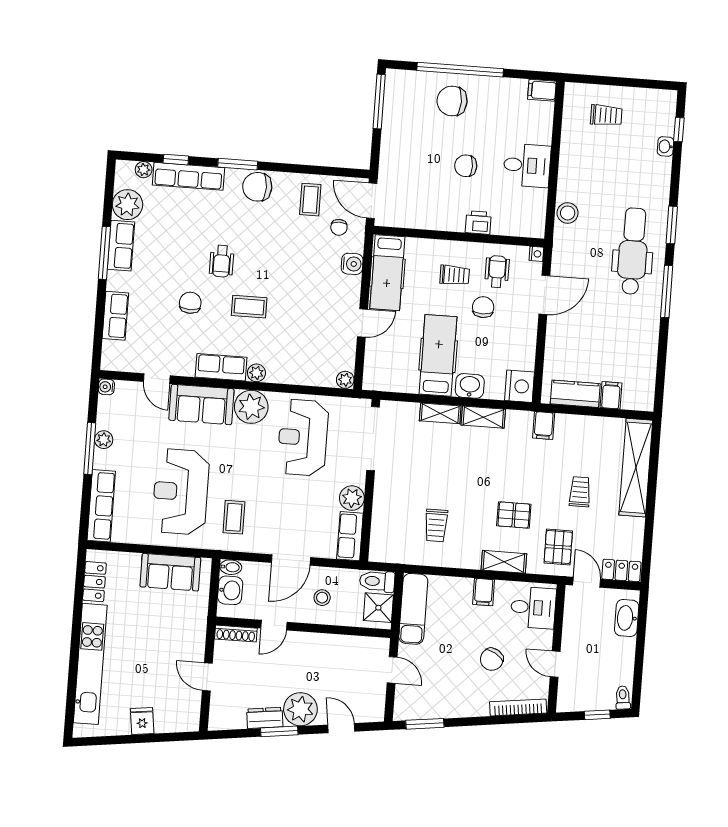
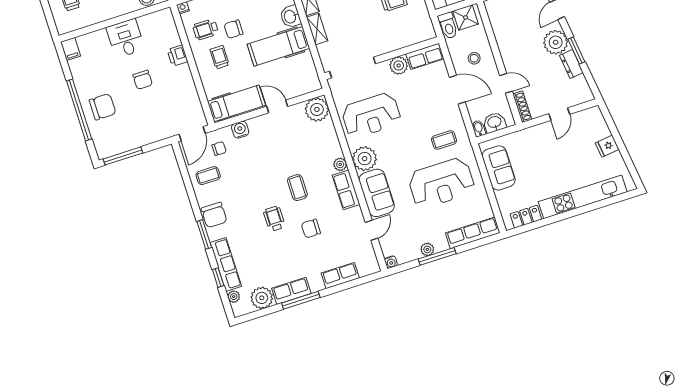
chair: (452, 101) -> (103, 107), turned -90
wheelchair: (222, 261) -> (274, 219), turned -90
plant: (345, 380) -> (317, 109), width x1.87, depth x1.87

